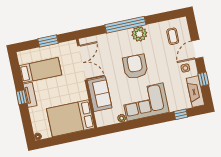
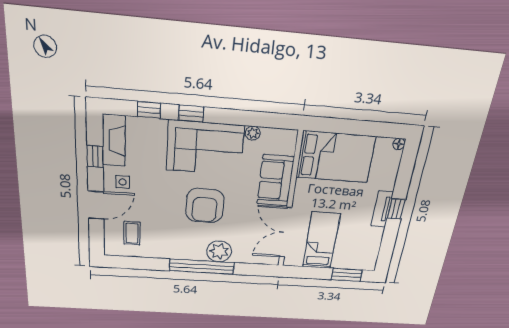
plant: (139, 34) -> (219, 251), moved
window: (48, 41) -> (347, 275), moved
bed: (40, 70) -> (321, 241), moved, turned 90
window: (158, 119) -> (191, 114), added

